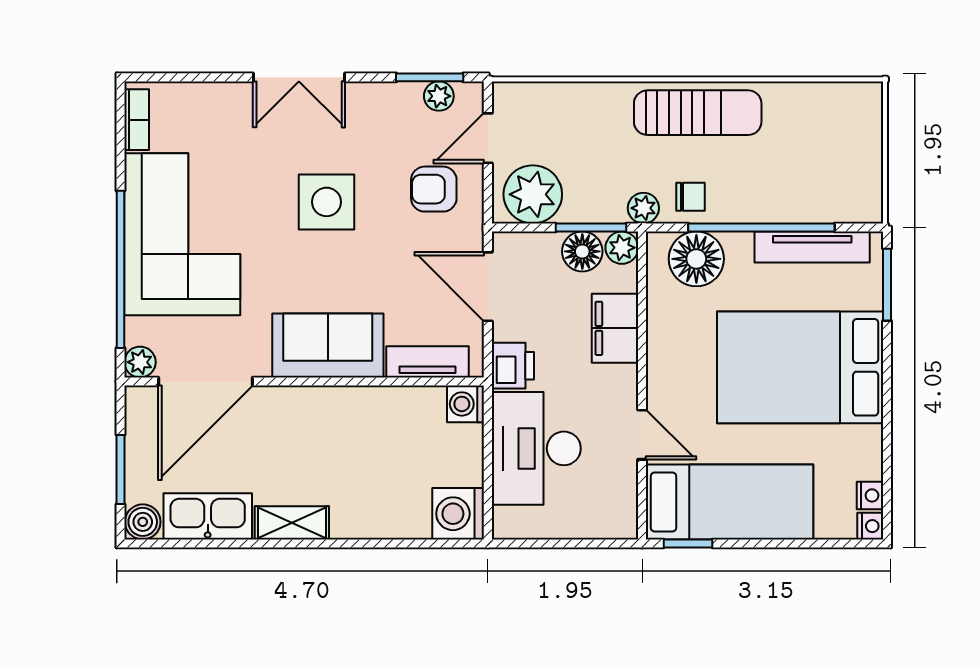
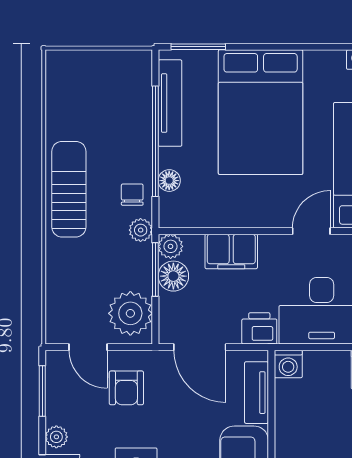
plant: (439, 96) -> (56, 437), moved
floor lamp: (696, 259) -> (169, 181), width x0.53, depth x0.53
door: (488, 287) -> (200, 347), hinge flipped

